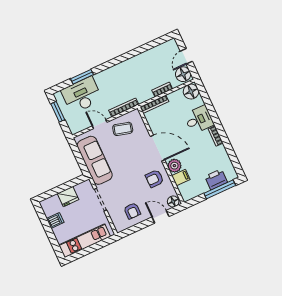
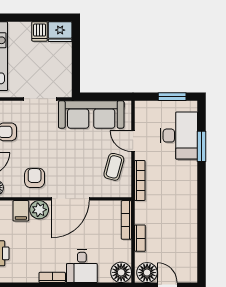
door: (100, 124) -> (133, 141), swing flipped
fridge: (68, 196) -> (60, 32), moved, turned -90

